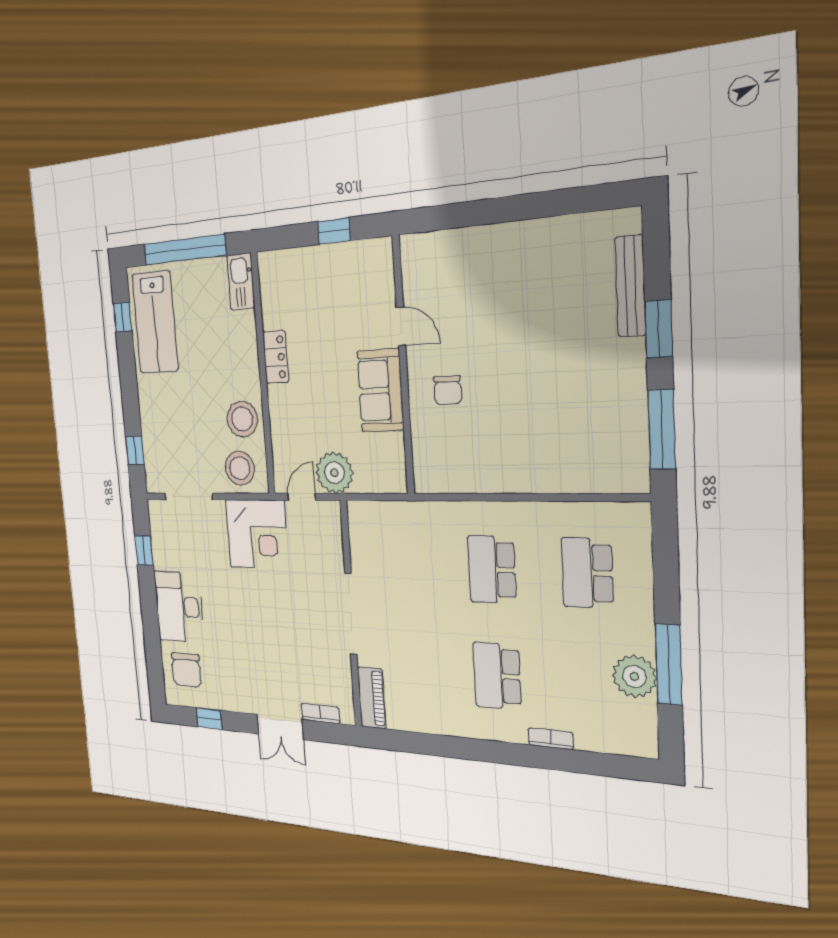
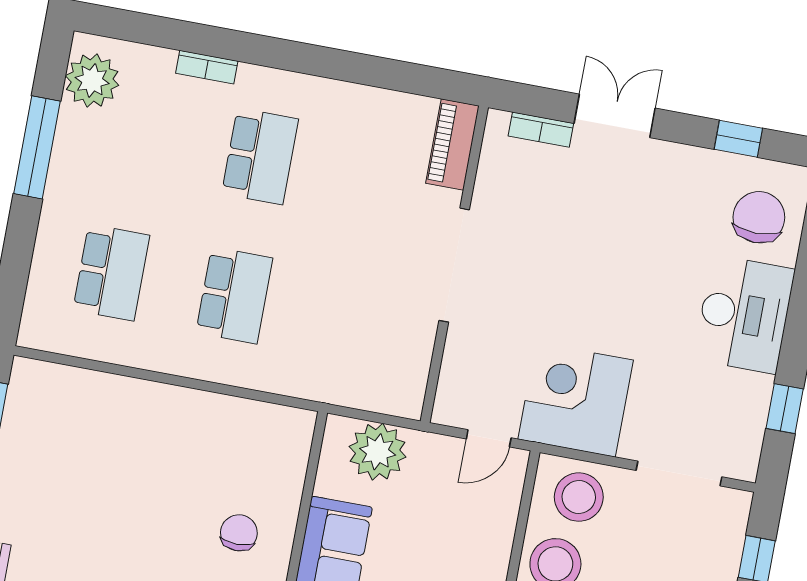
plant: (334, 473) -> (378, 452), moved
plant: (634, 676) -> (92, 81), moved

